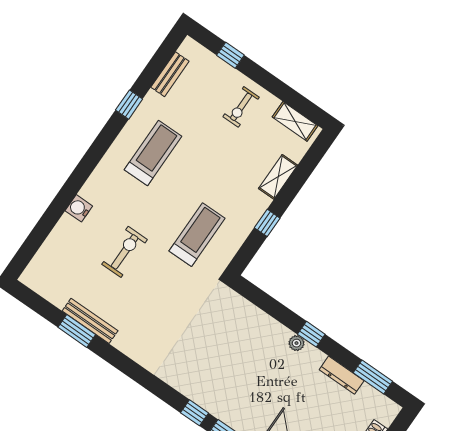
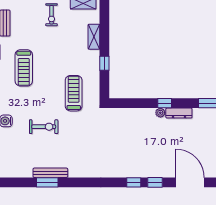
treadmill: (153, 153) -> (24, 68), turned 180
exercise bike: (125, 252) -> (44, 127), turned 90
dresser: (342, 375) -> (179, 113), moved

